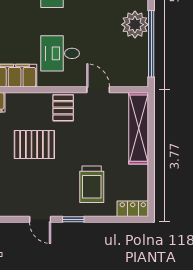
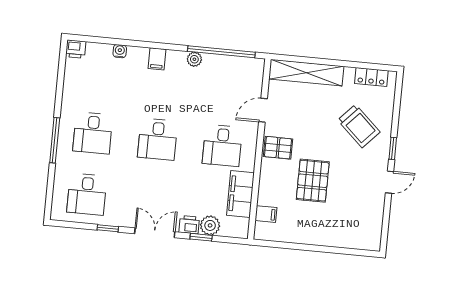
plant: (135, 25) -> (194, 59), width x0.53, depth x0.53
trolley: (92, 184) -> (359, 126), turned 43
locker: (133, 209) -> (371, 77), moved, turned -90

